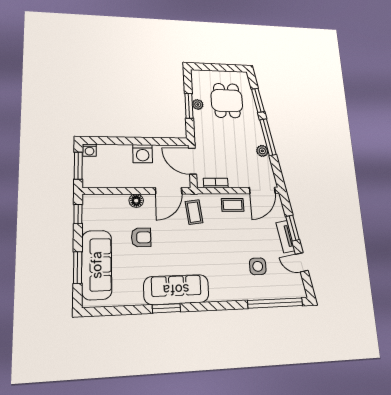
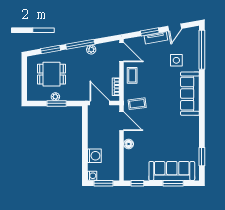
washing machine: (143, 154) -> (94, 156), moved
door: (192, 161) -> (100, 103), swing flipped
armchair: (141, 237) -> (154, 141), removed
sofa: (176, 289) -> (190, 94), moved
window: (166, 308) -> (202, 157), moved

